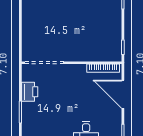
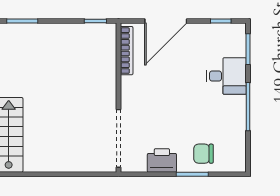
chair: (34, 120) -> (203, 154), added

